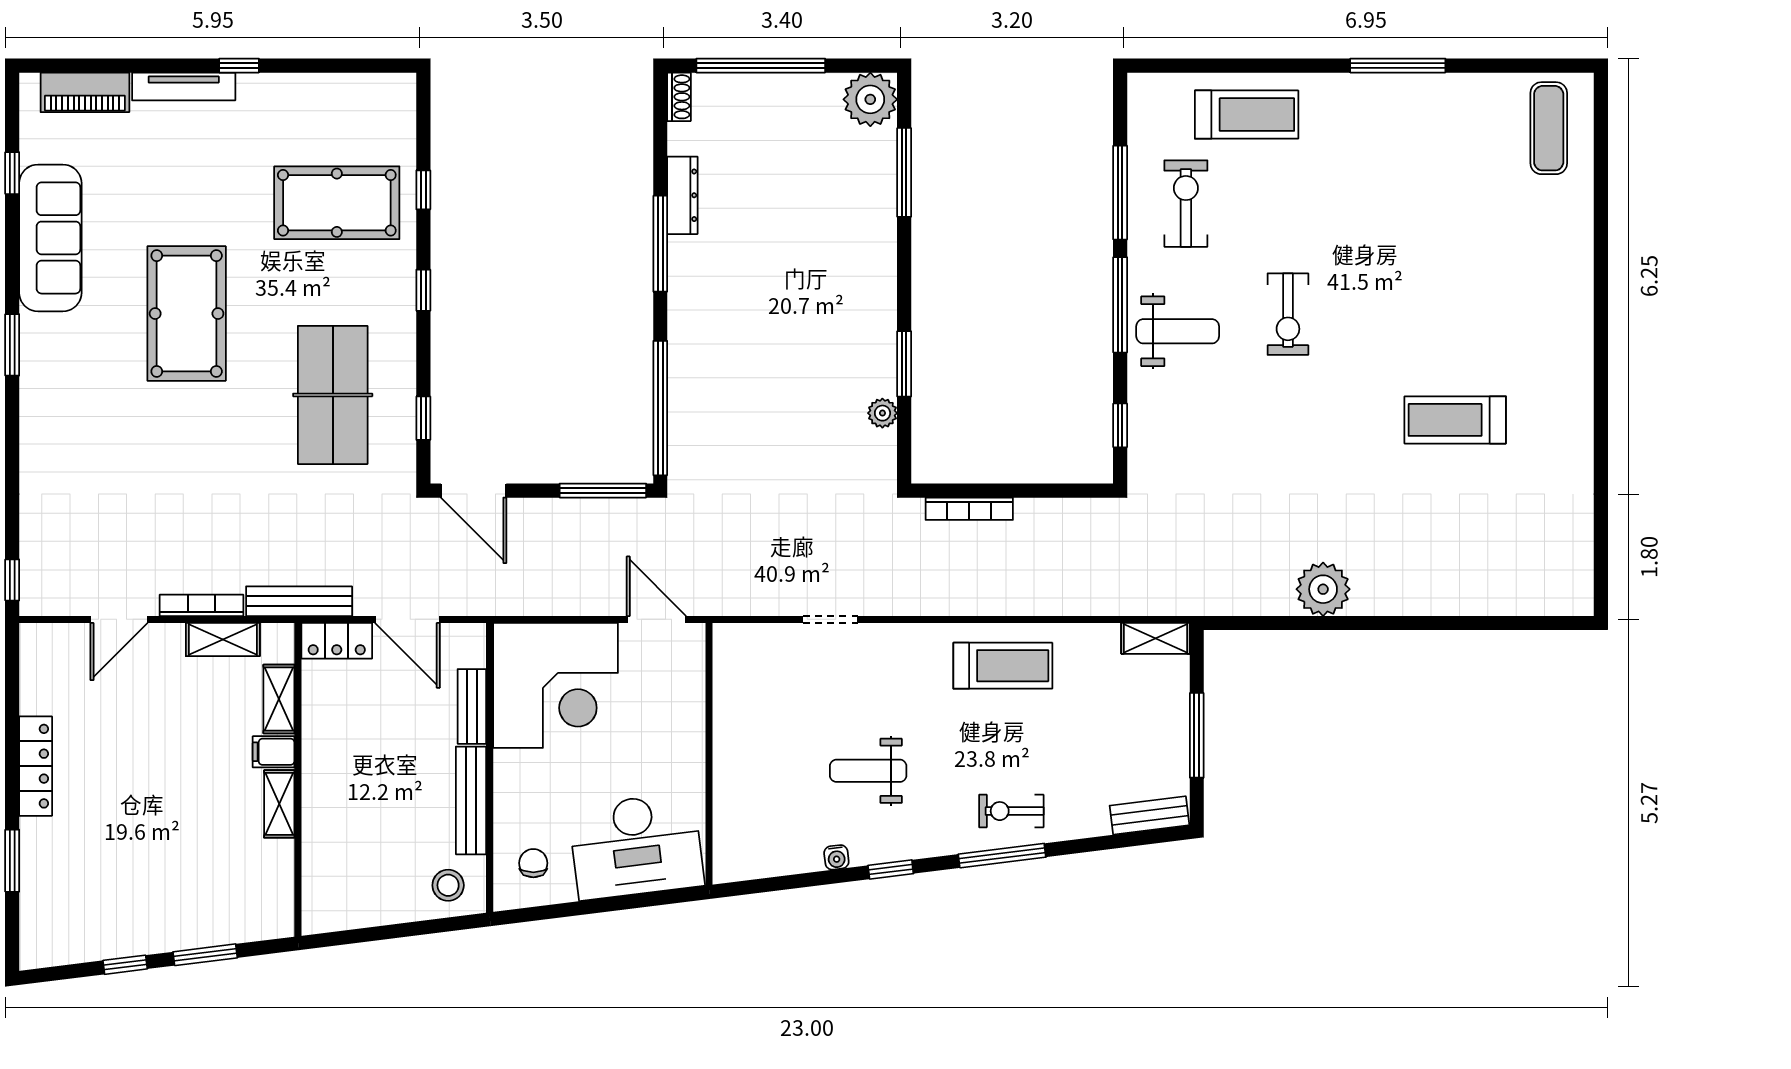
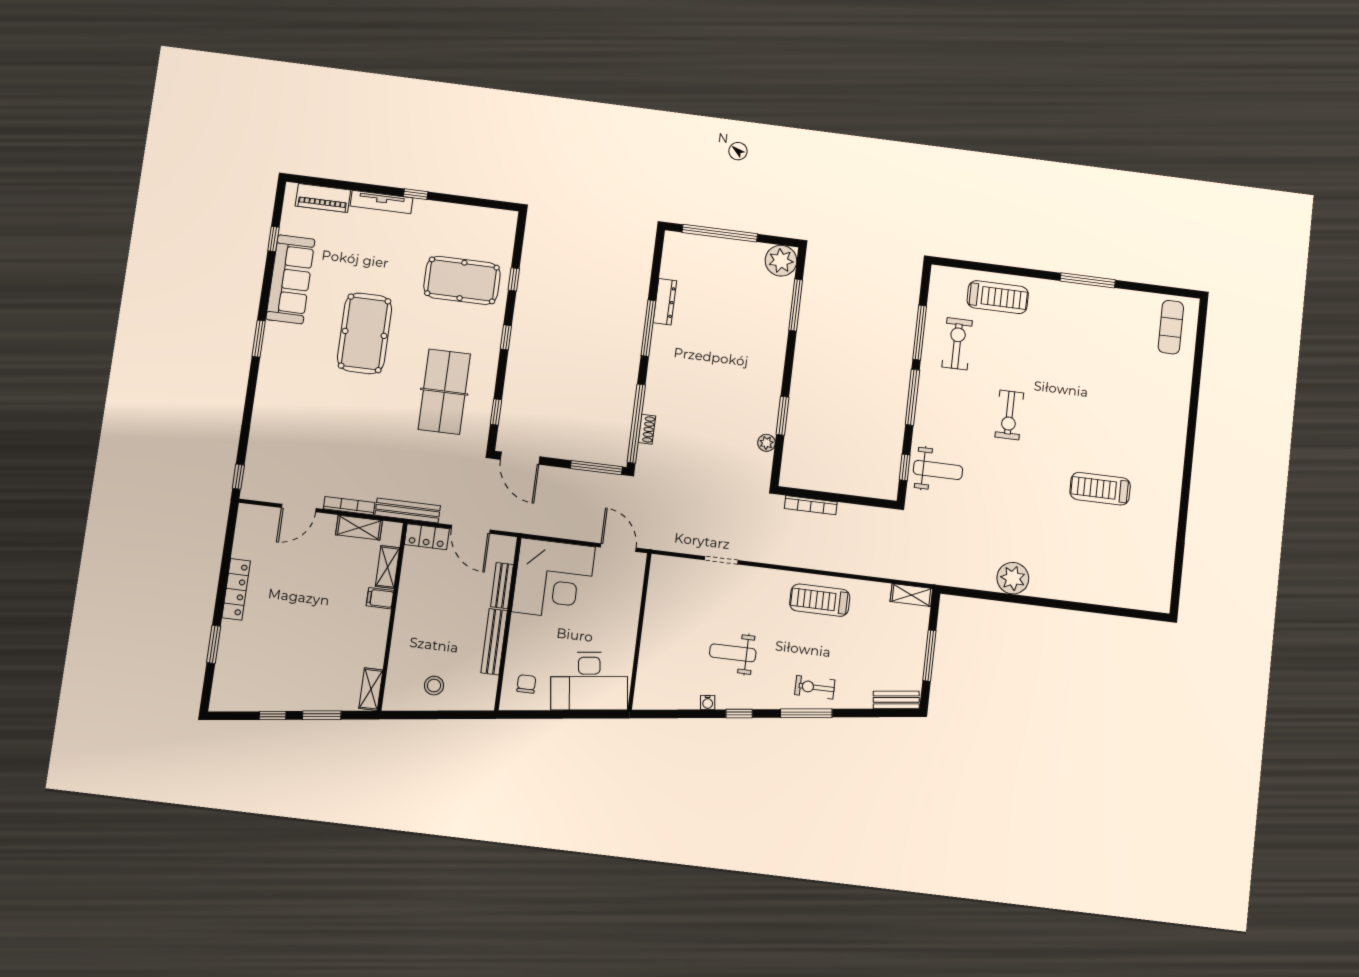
shoe rack: (679, 97) -> (647, 429), moved
weight bench: (1178, 331) -> (938, 470), moved
treadmill: (1003, 666) -> (820, 600), turned 180
shelving: (279, 804) -> (371, 689), moved
stool: (448, 885) -> (434, 686), moved

